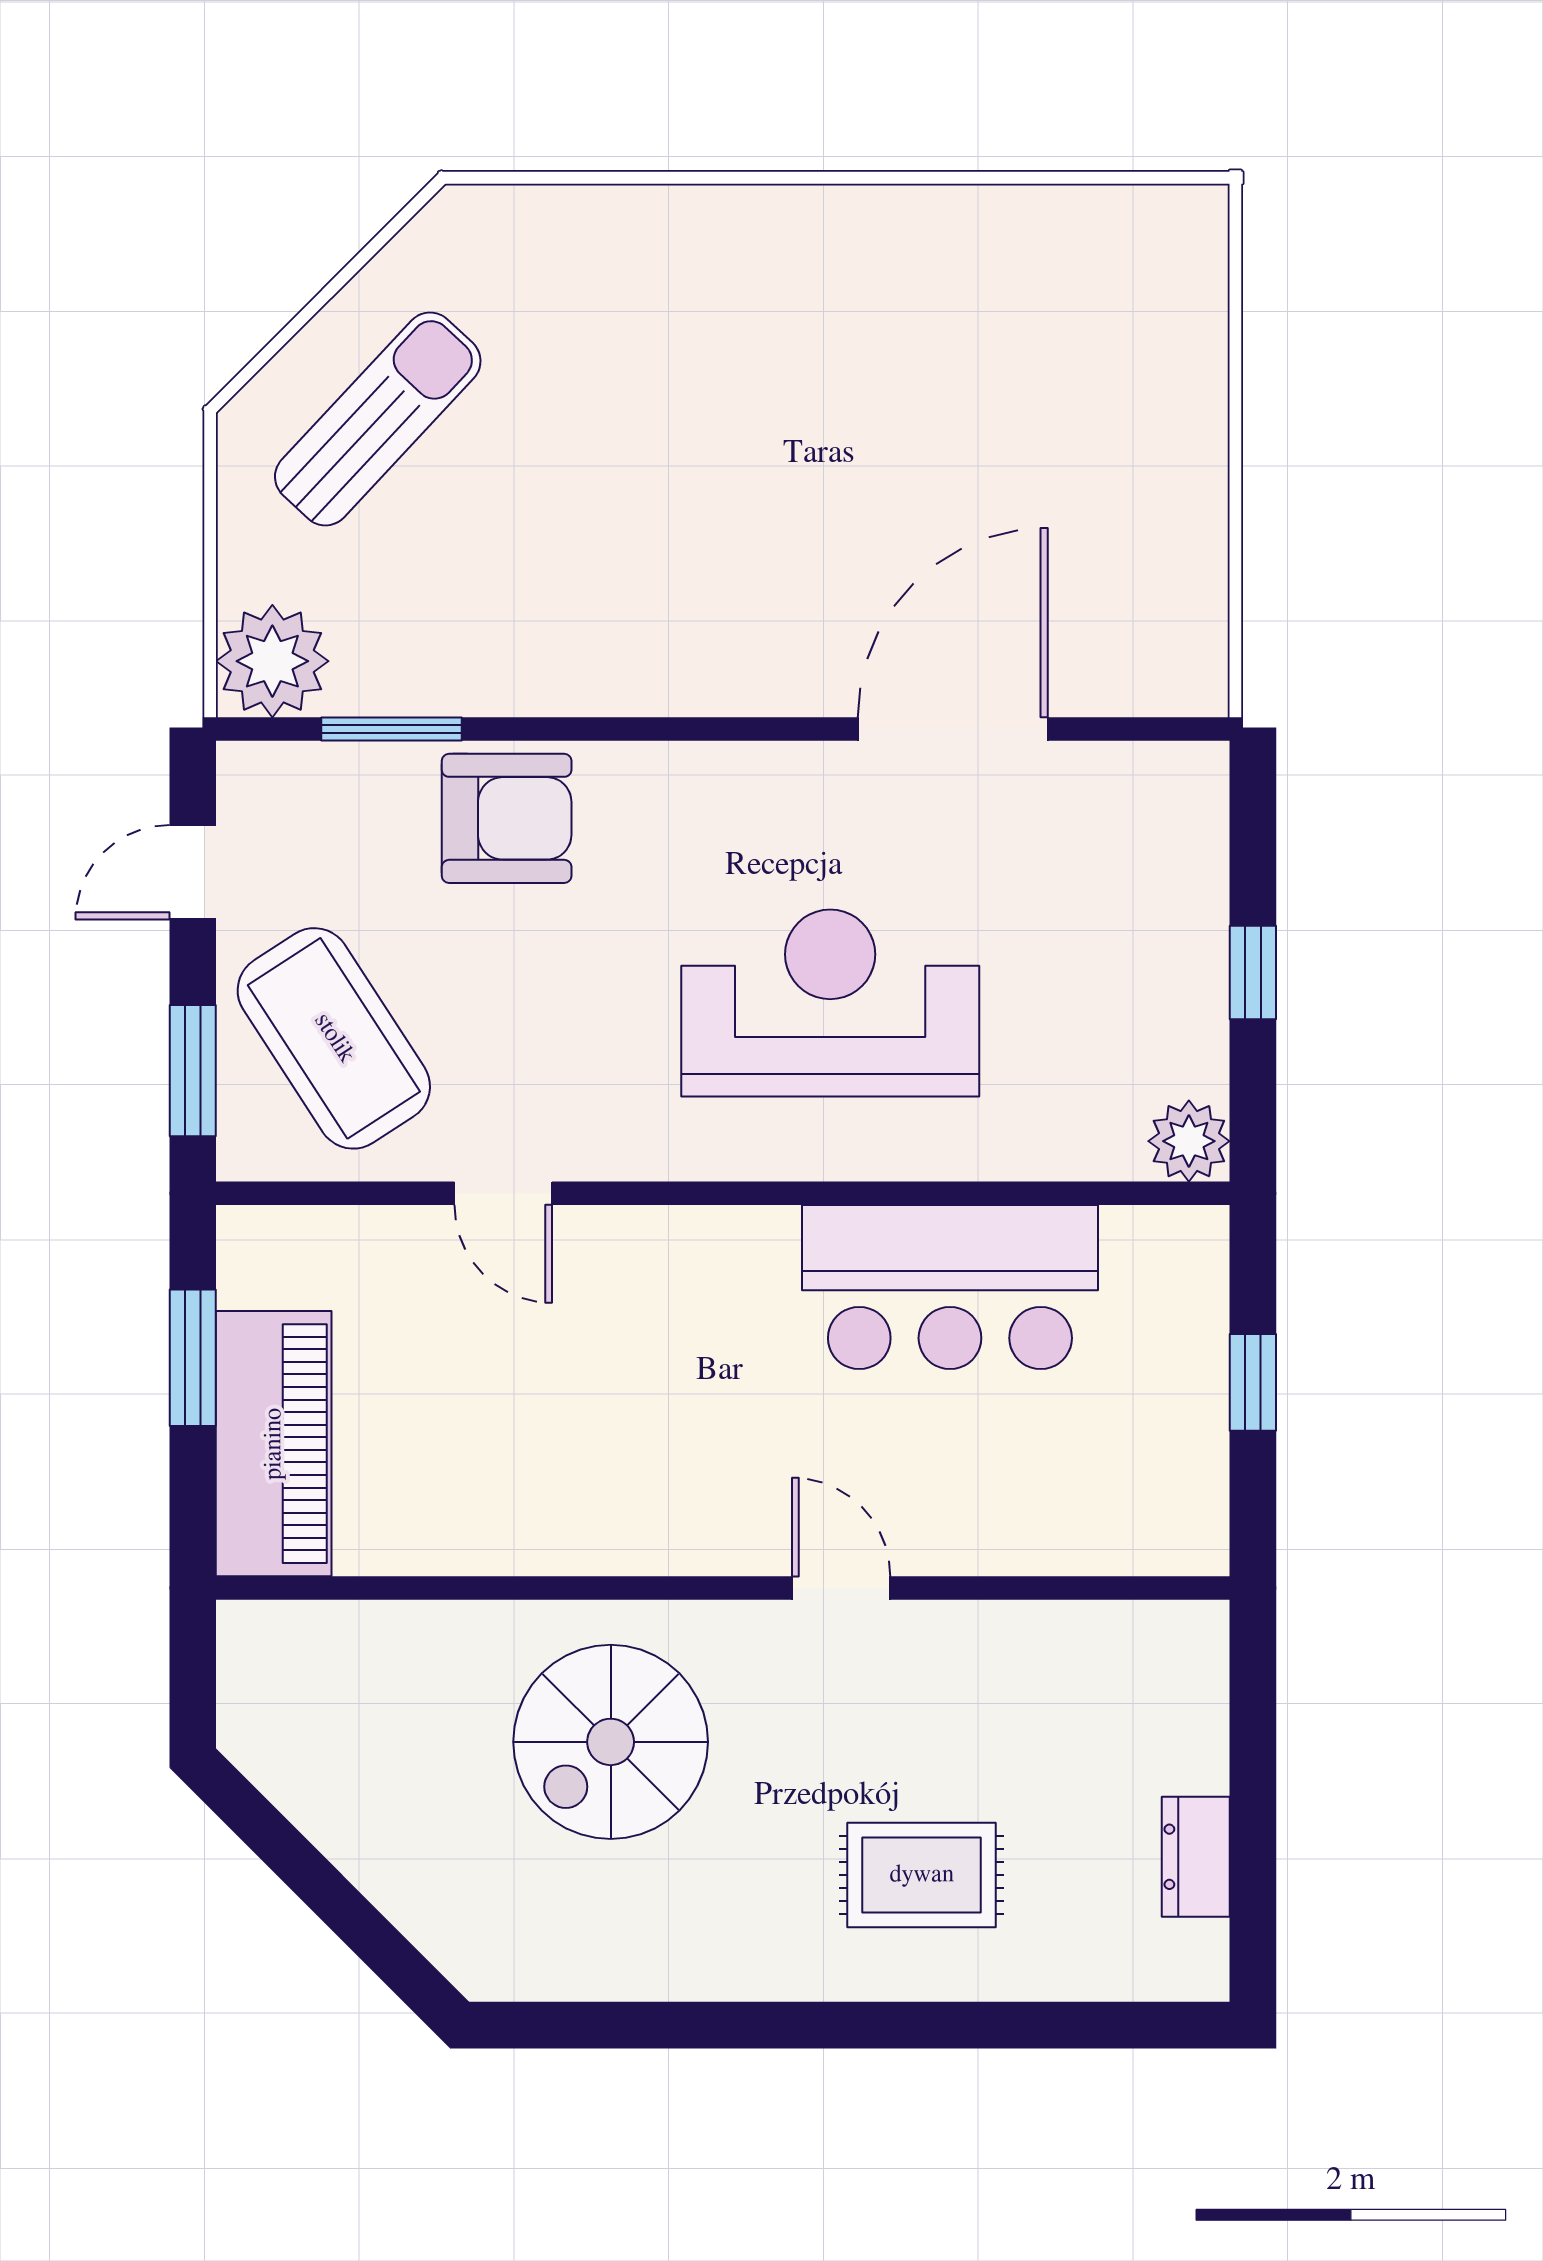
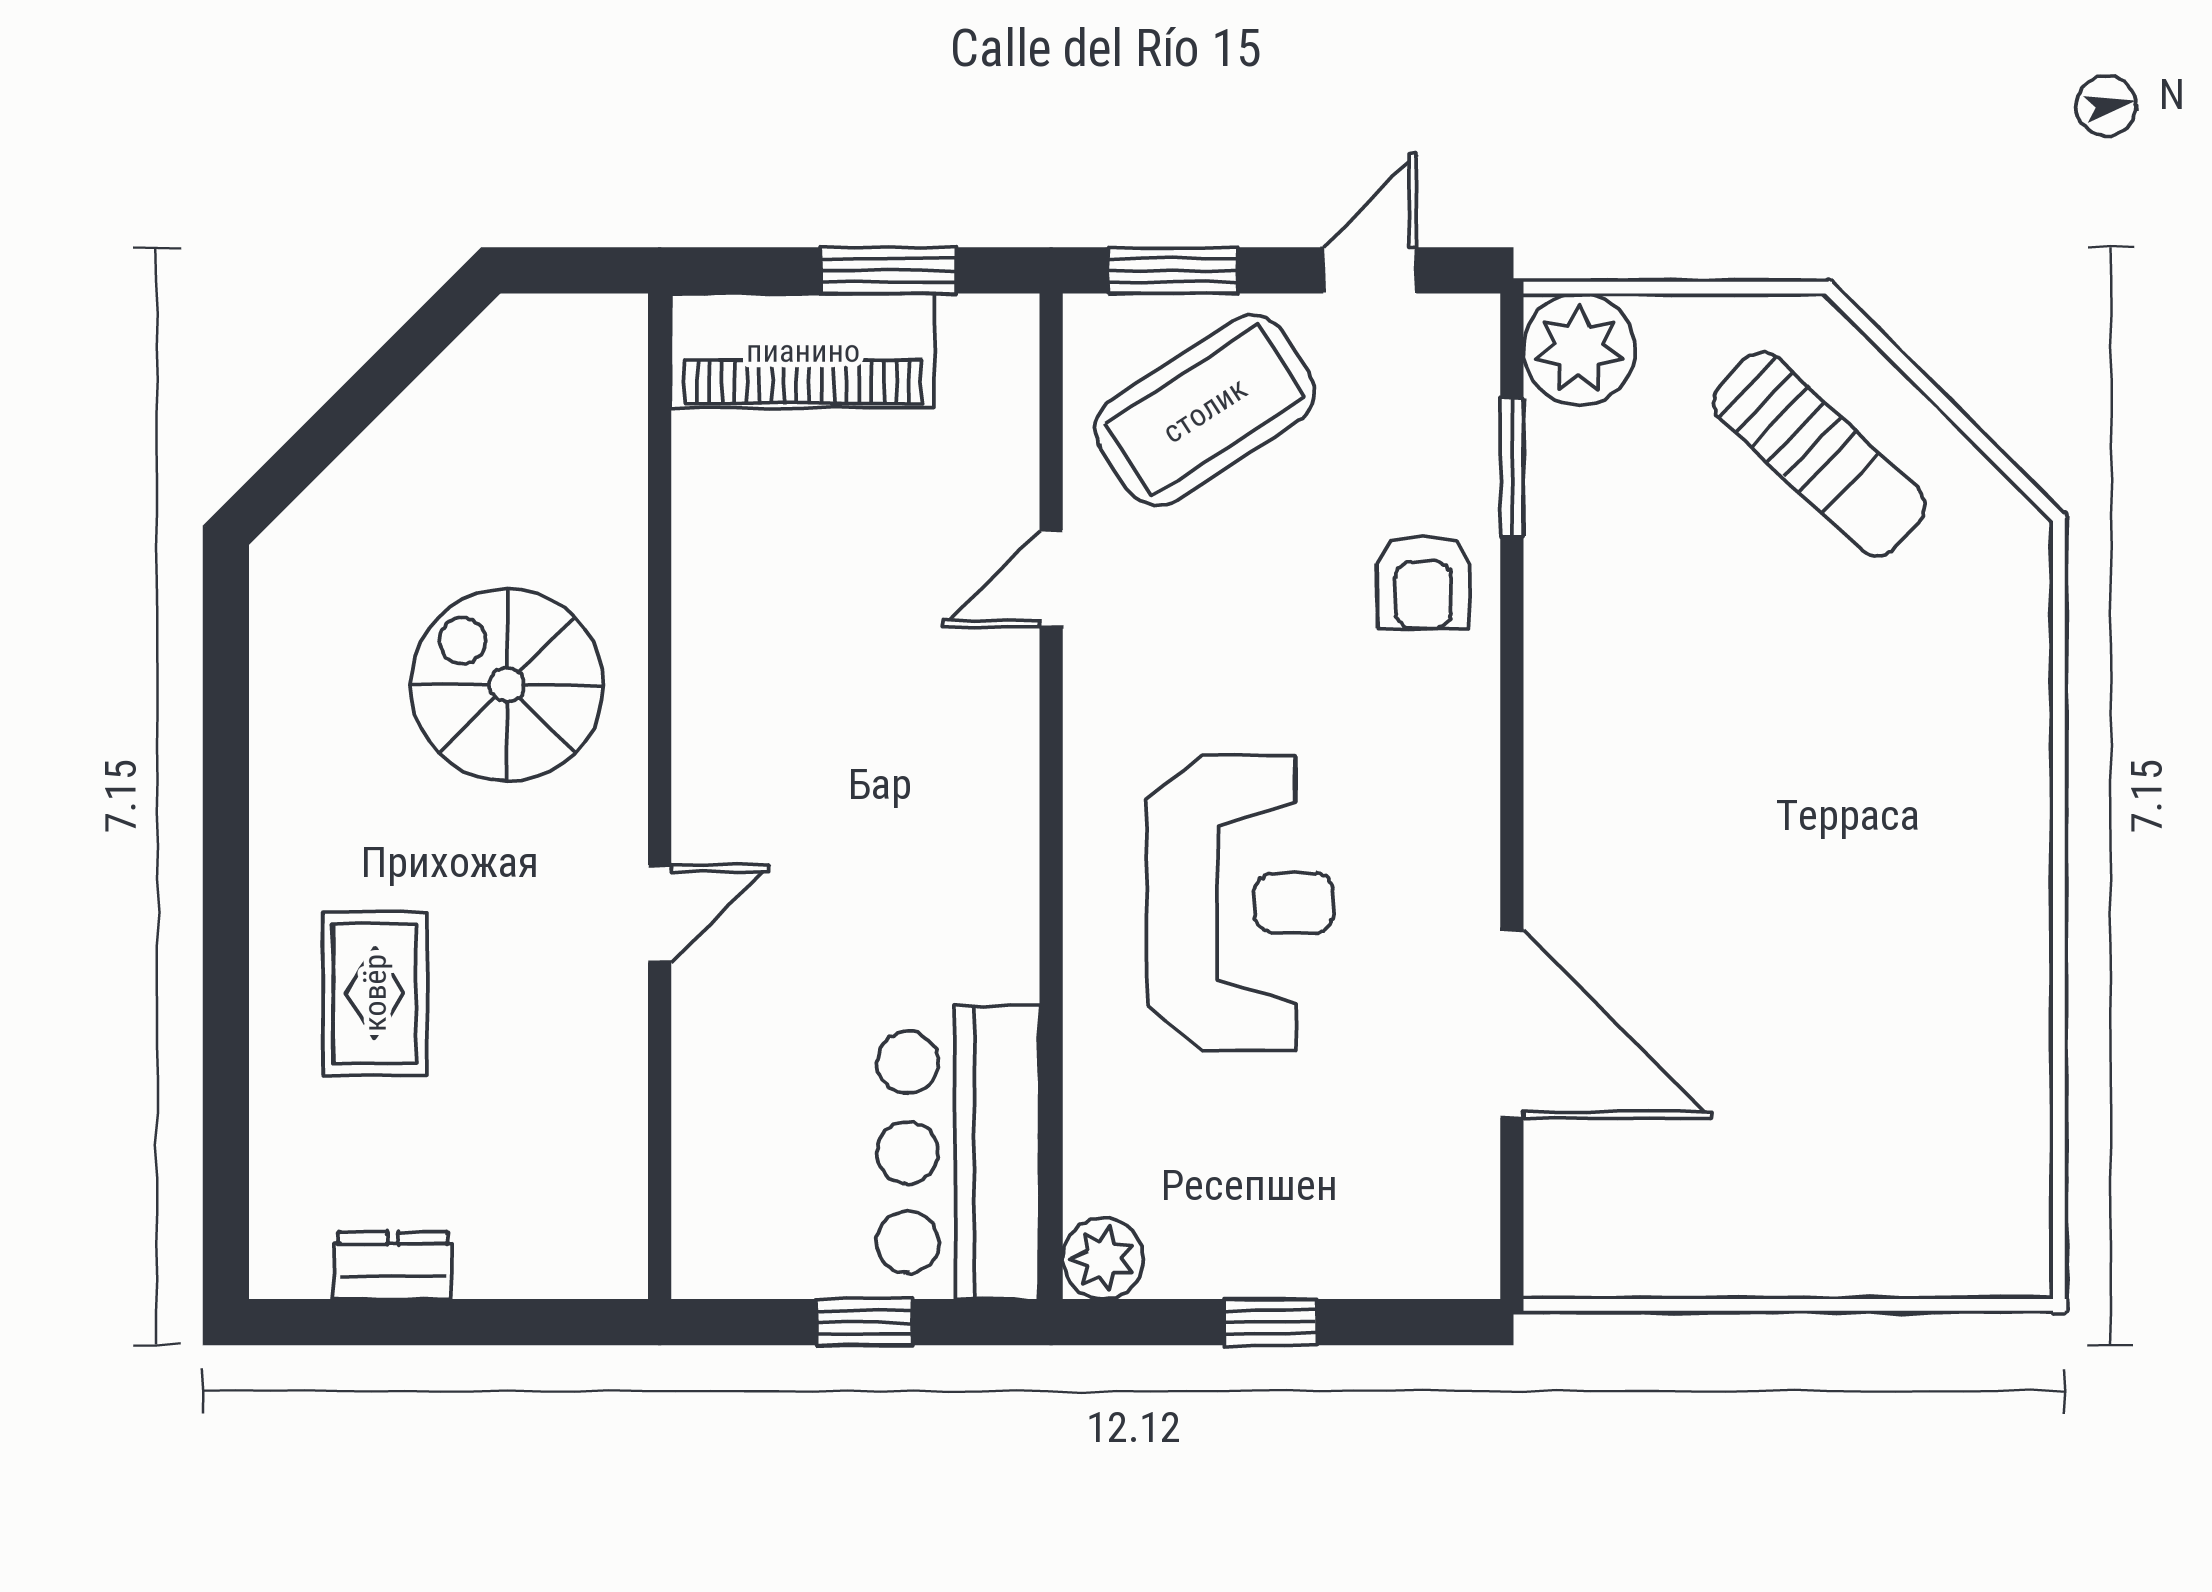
armchair: (507, 818) -> (1423, 582), width x0.72, depth x0.72
door: (193, 872) -> (1370, 270), hinge flipped
bar counter: (950, 1287) -> (958, 1152), moved

